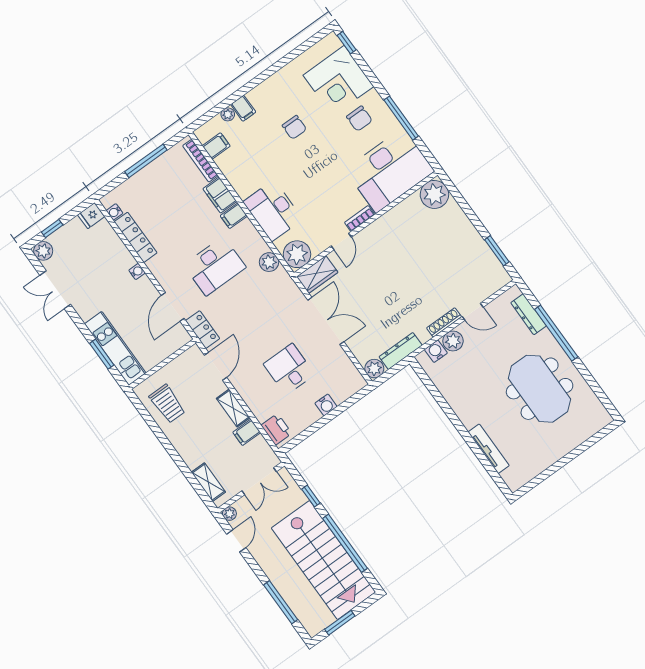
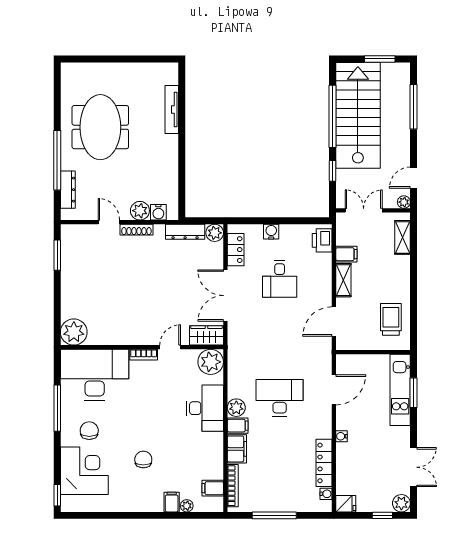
plant: (269, 262) -> (236, 408), moved
locker: (203, 330) -> (236, 250), moved, turned 180

